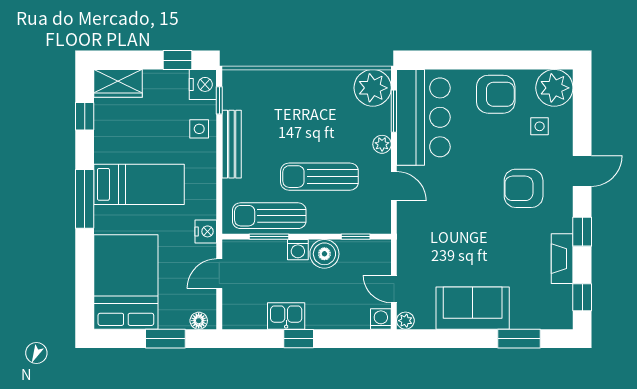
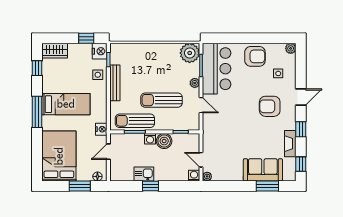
plant: (554, 88) -> (291, 48), width x0.53, depth x0.53
sofa: (473, 308) -> (263, 170), moved

